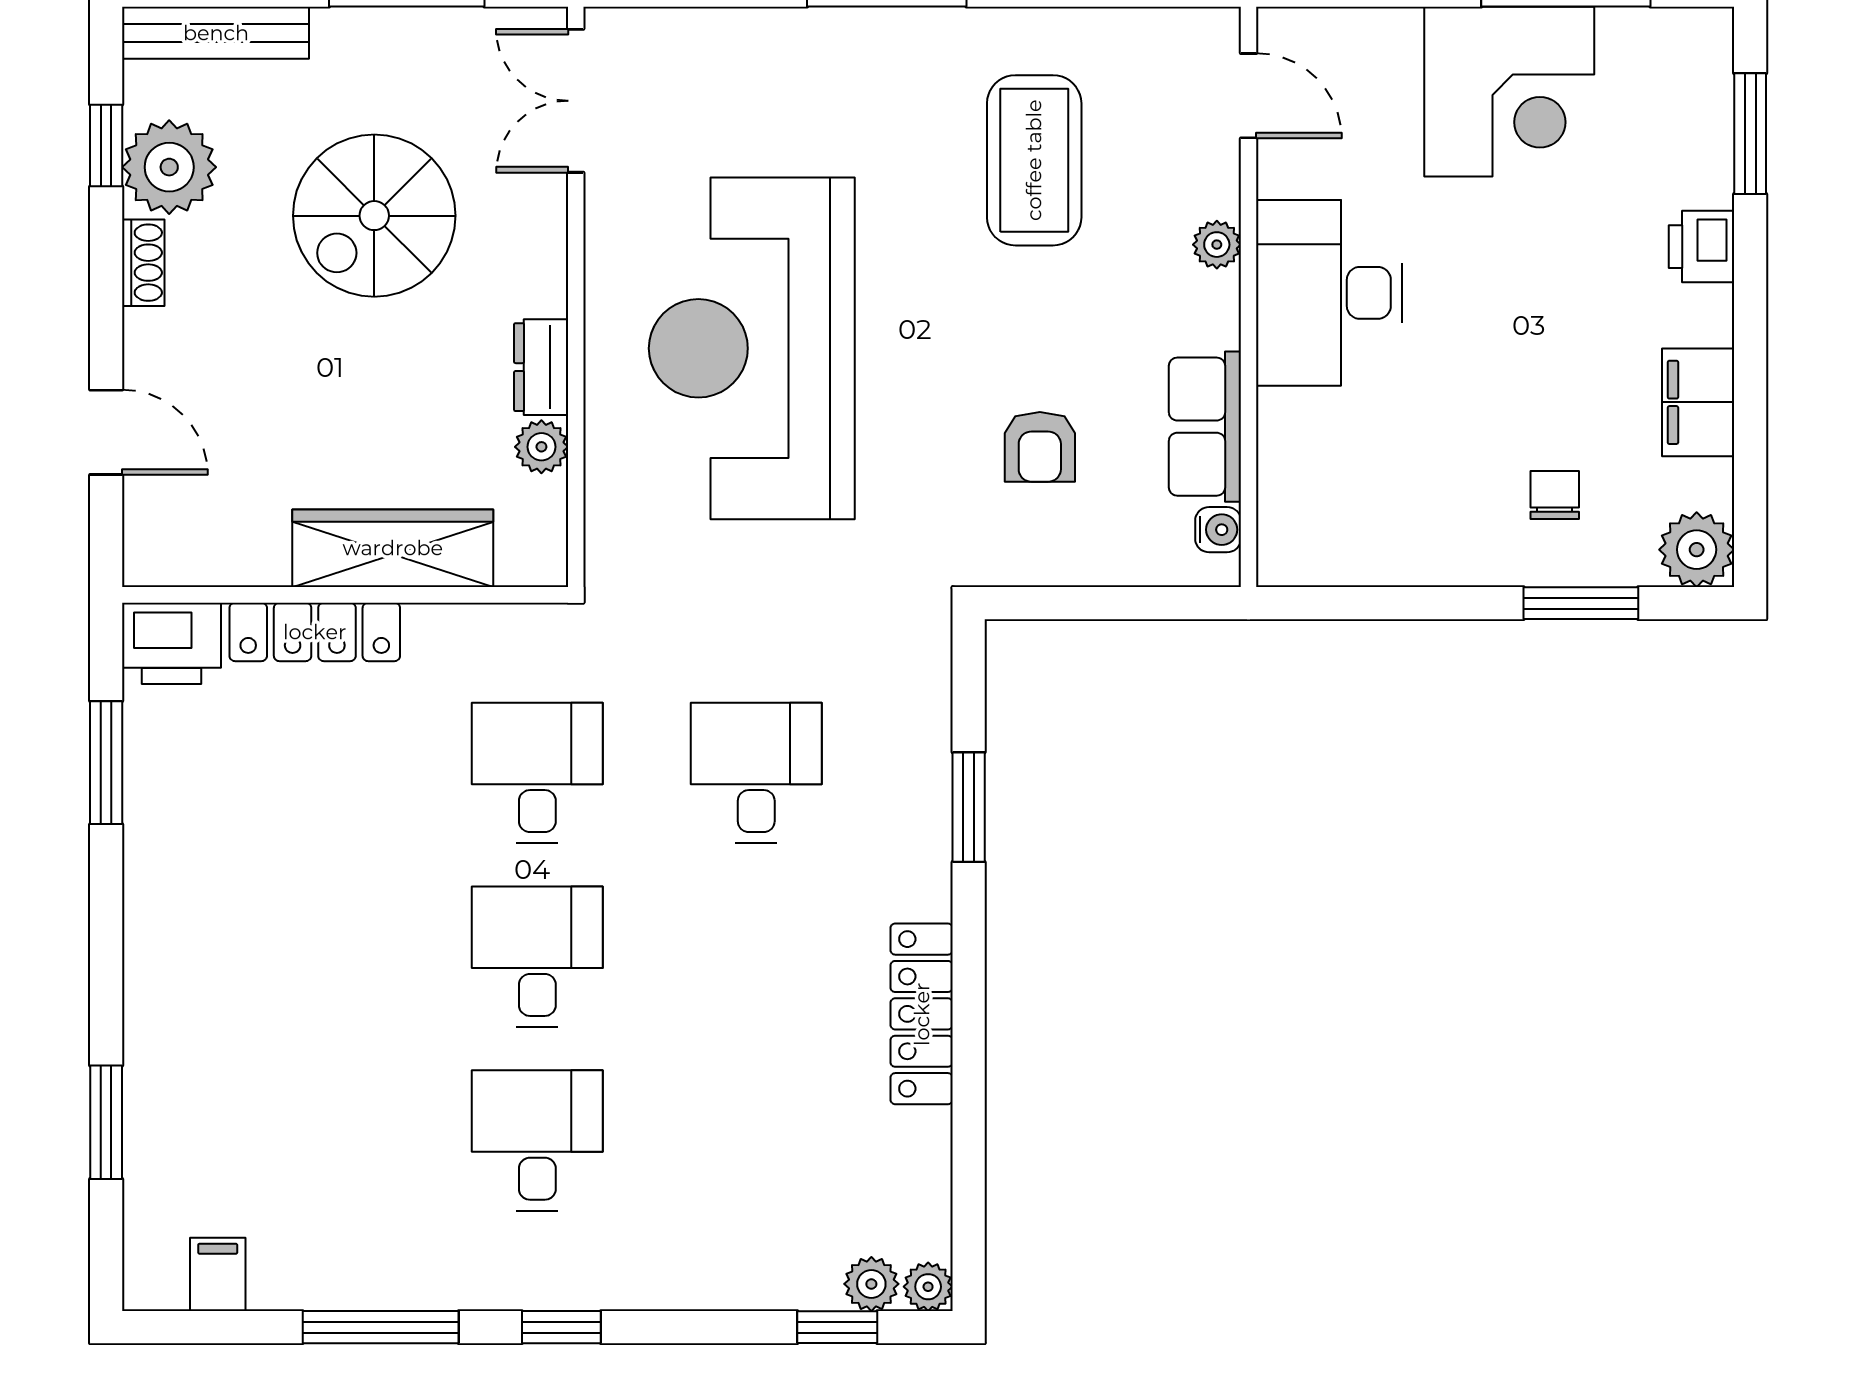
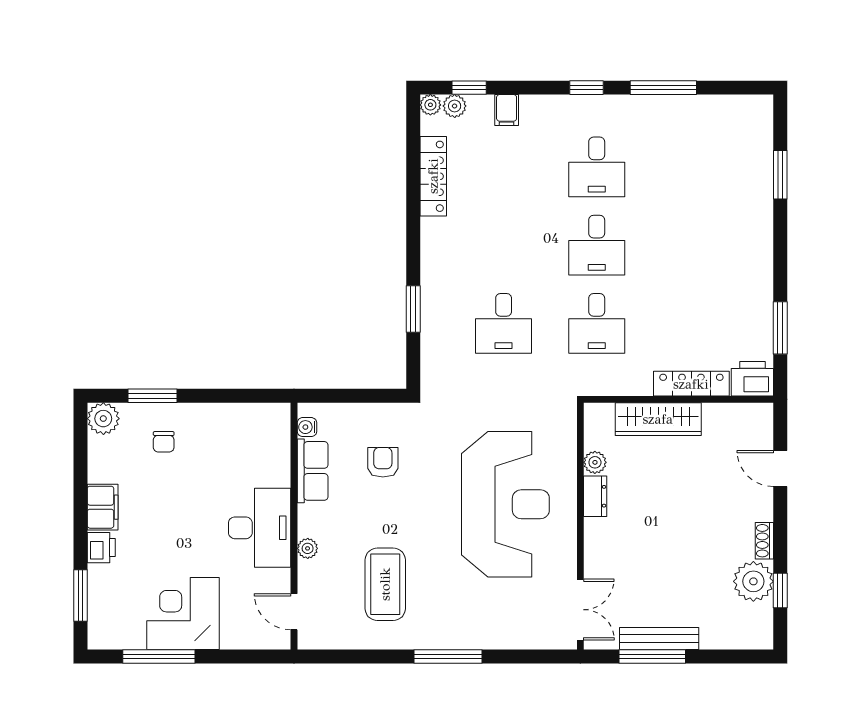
bench: (216, 33) -> (659, 639), moved
spiral stairs: (374, 216) -> (666, 561), removed
filing cabinet: (1698, 402) -> (103, 507), moved
locker: (922, 1014) -> (433, 176), moved
filing cabinet: (218, 1274) -> (507, 110), moved

